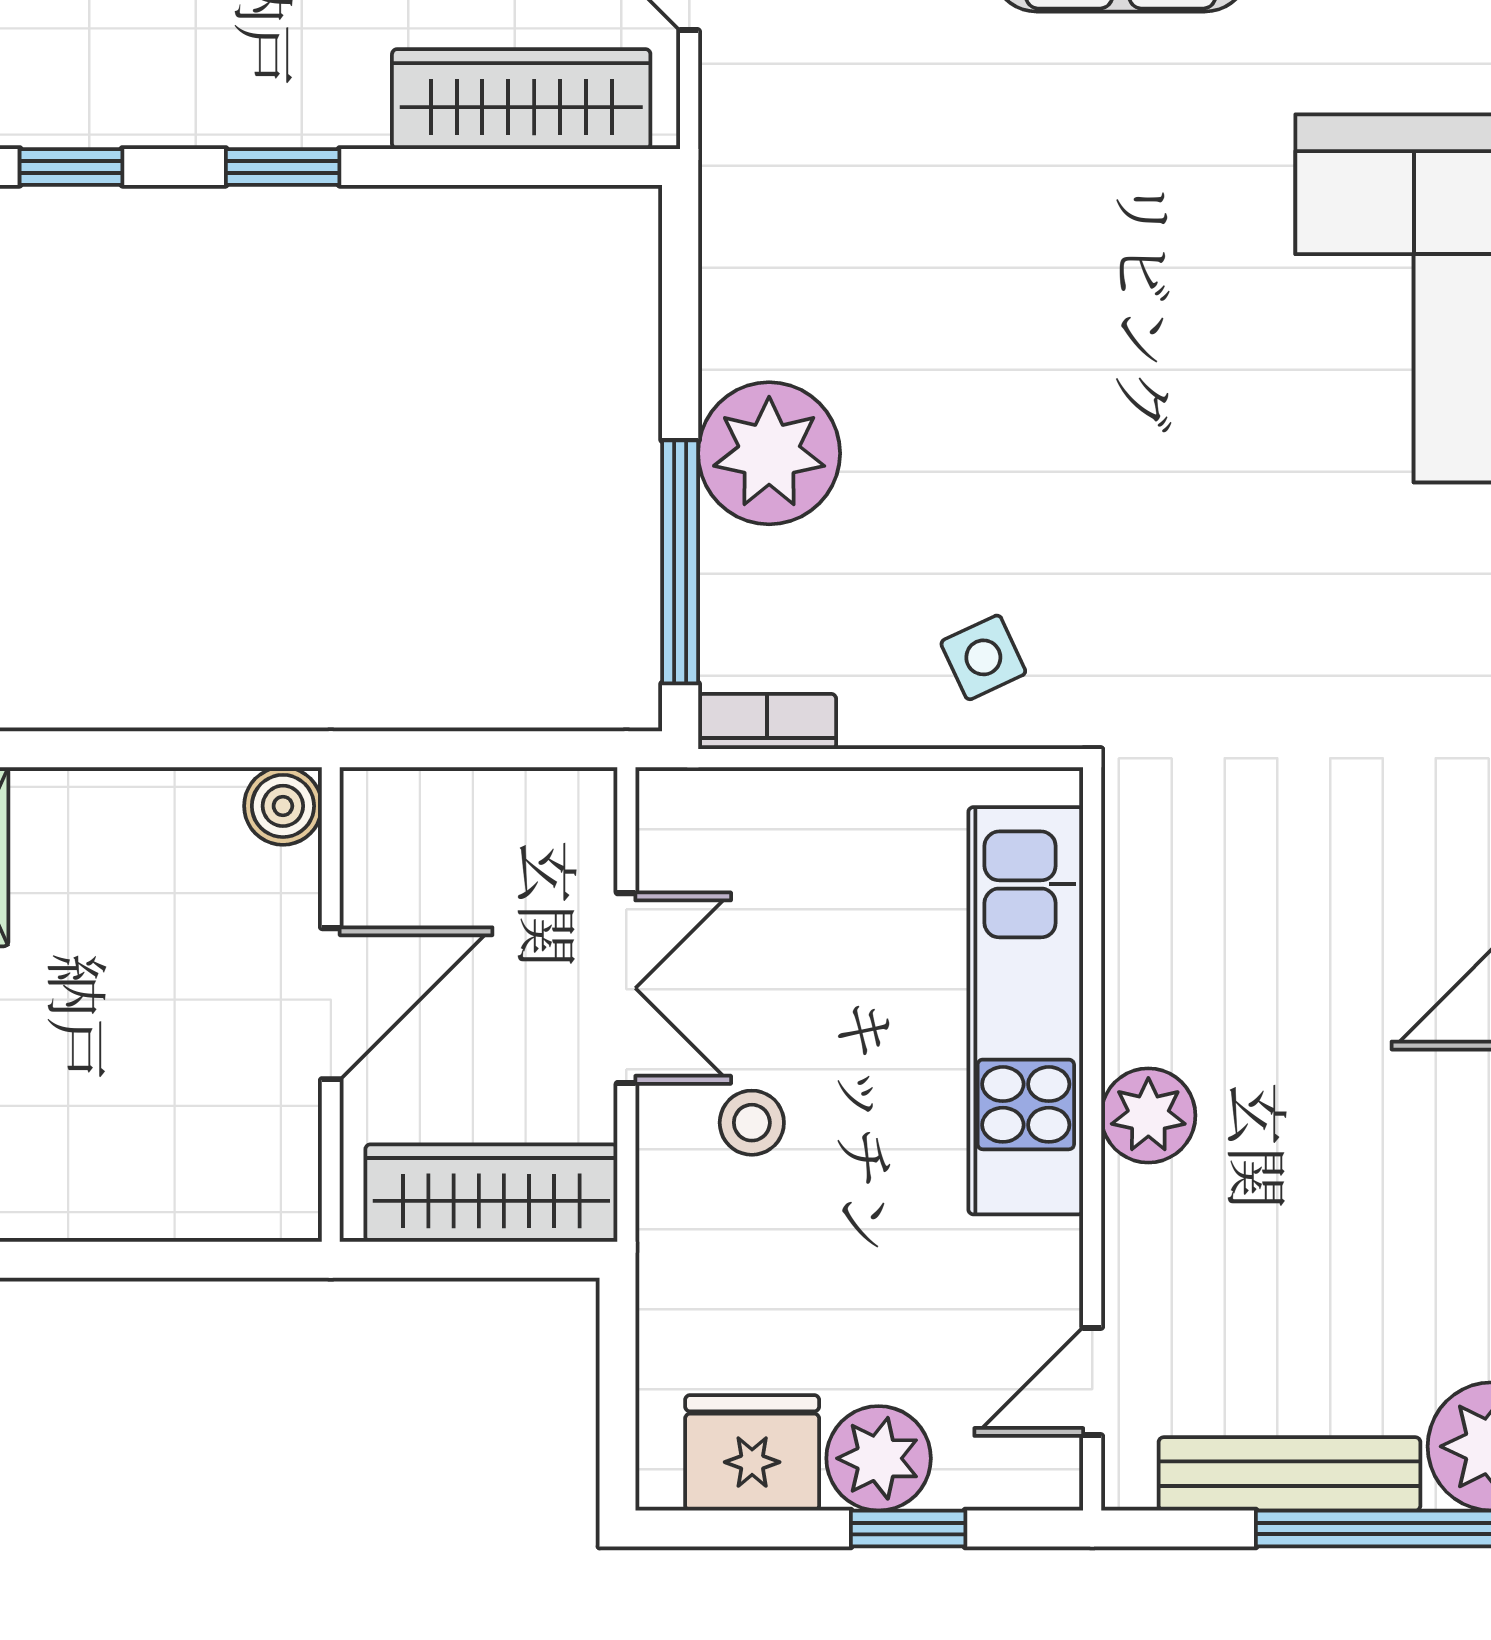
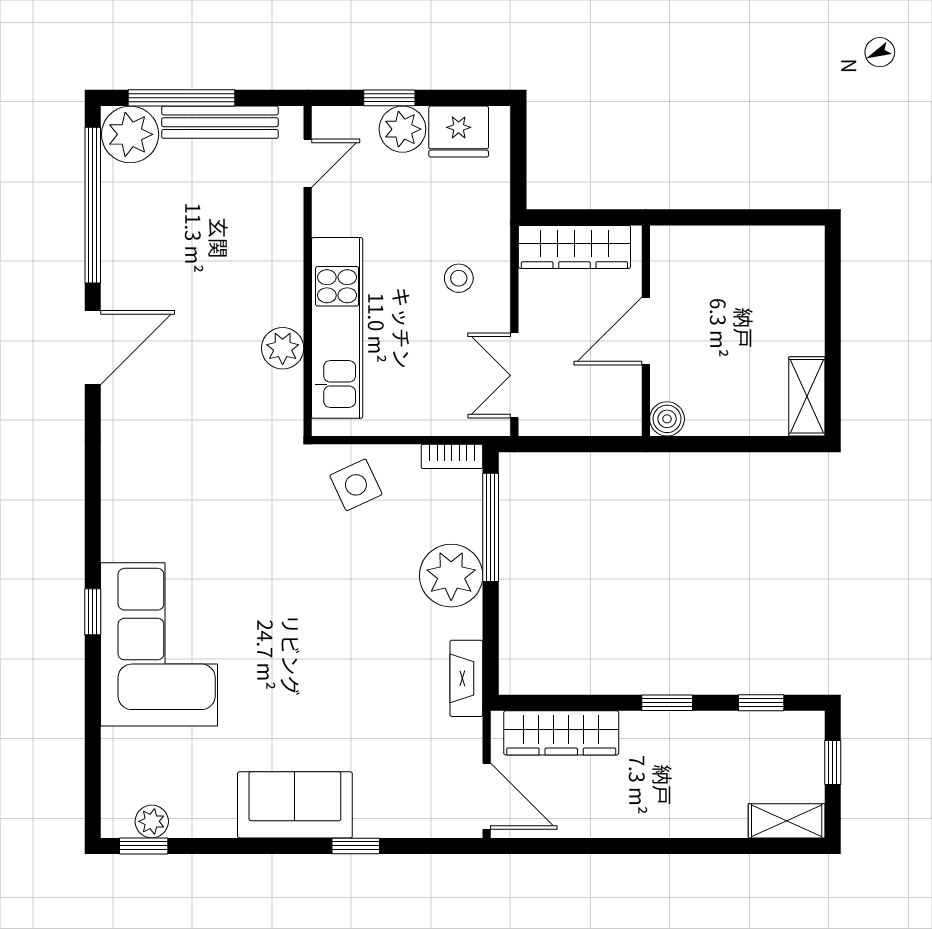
fireplace: (735, 222) -> (466, 678), added
side table: (983, 657) -> (356, 485), width x1.37, depth x1.37
double door: (626, 988) -> (514, 375), moved
plant: (1148, 1115) -> (283, 348), moved

